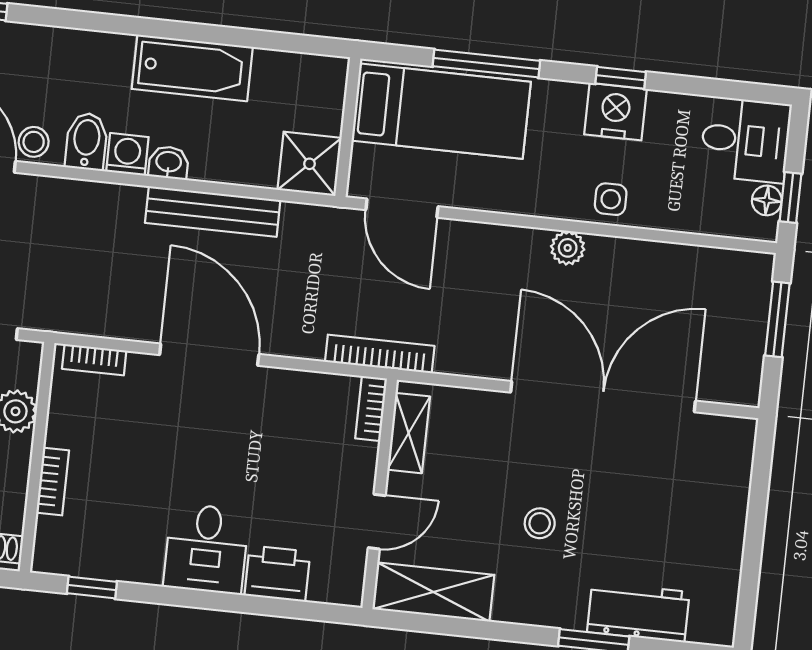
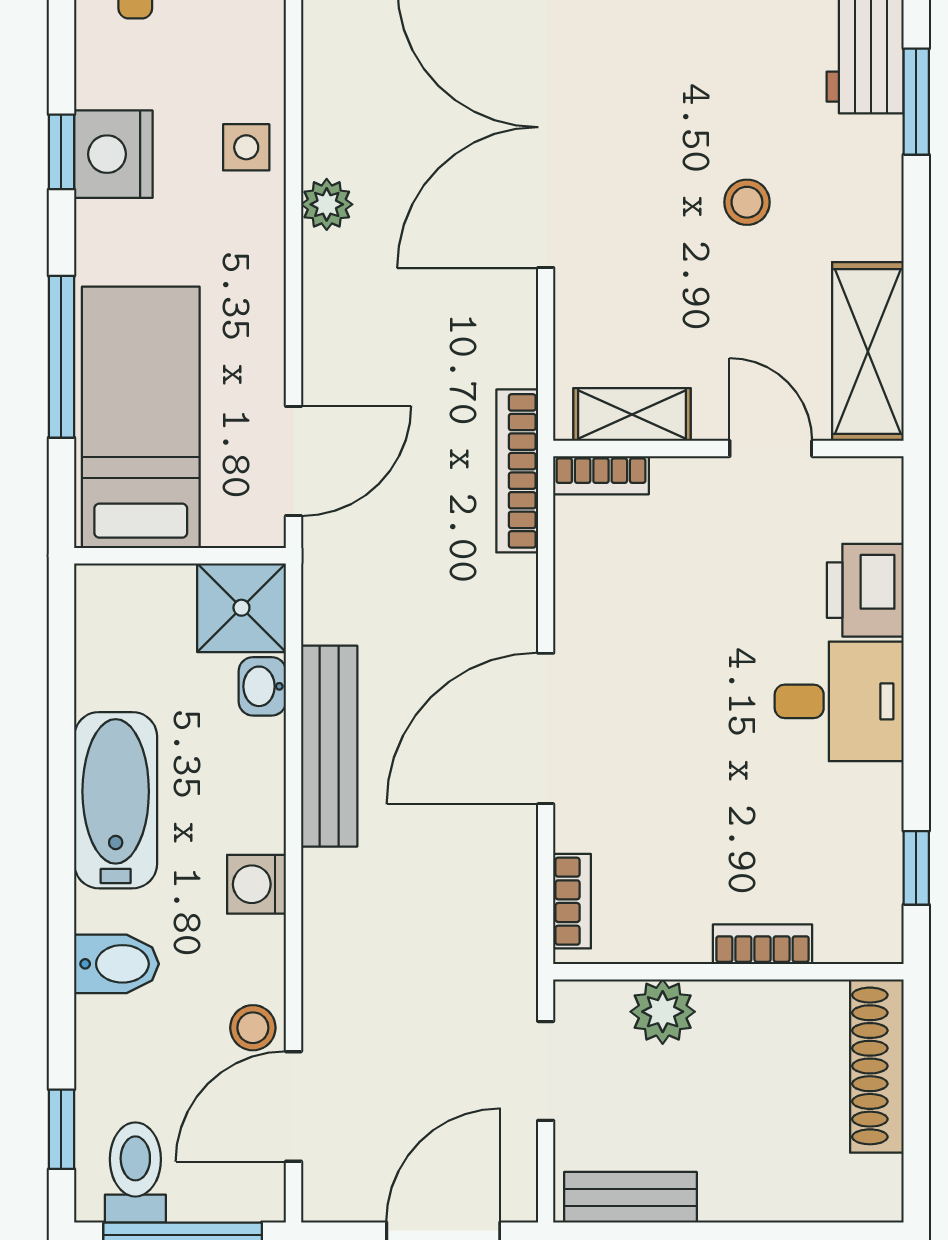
bidet: (86, 141) -> (117, 964), moved, turned 180
washbasin: (169, 163) -> (262, 686), moved

